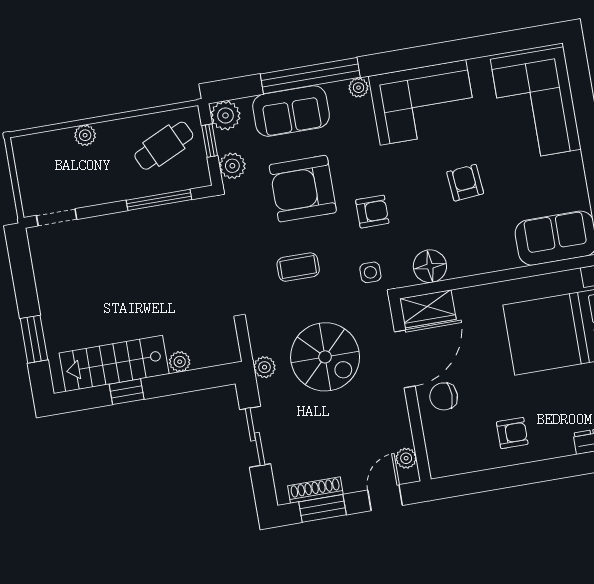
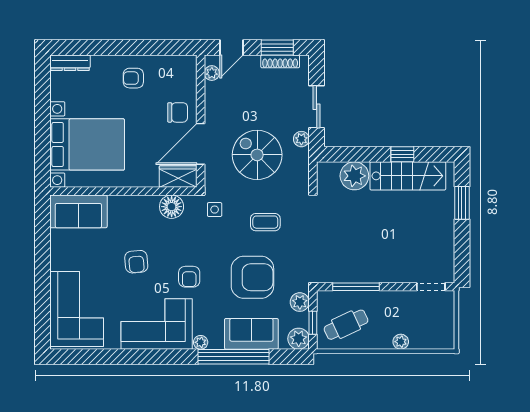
armchair: (372, 212) -> (189, 277), moved, turned -90
plant: (180, 362) -> (354, 176), width x1.87, depth x1.87
plant: (265, 367) -> (301, 139), moved

